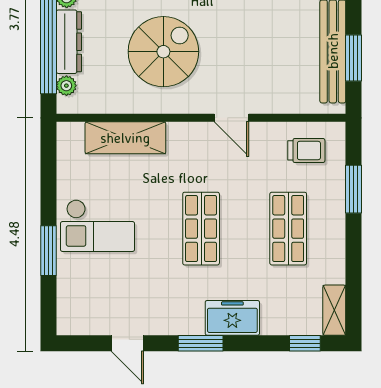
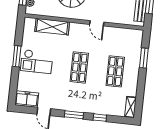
trolley: (306, 150) -> (126, 40), removed
window: (49, 251) -> (17, 56), moved
freezer: (232, 318) -> (27, 99), moved
window: (305, 343) -> (100, 118), moved

